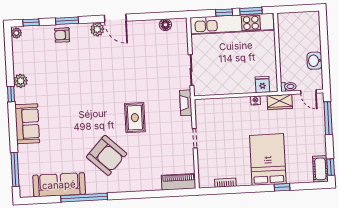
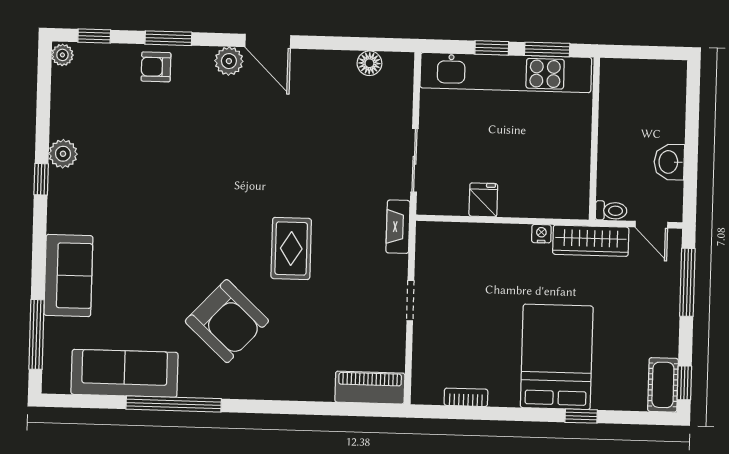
fridge: (262, 84) -> (483, 200), moved
wardrobe: (280, 102) -> (591, 241), width x1.50
sofa: (27, 124) -> (68, 275), moved

